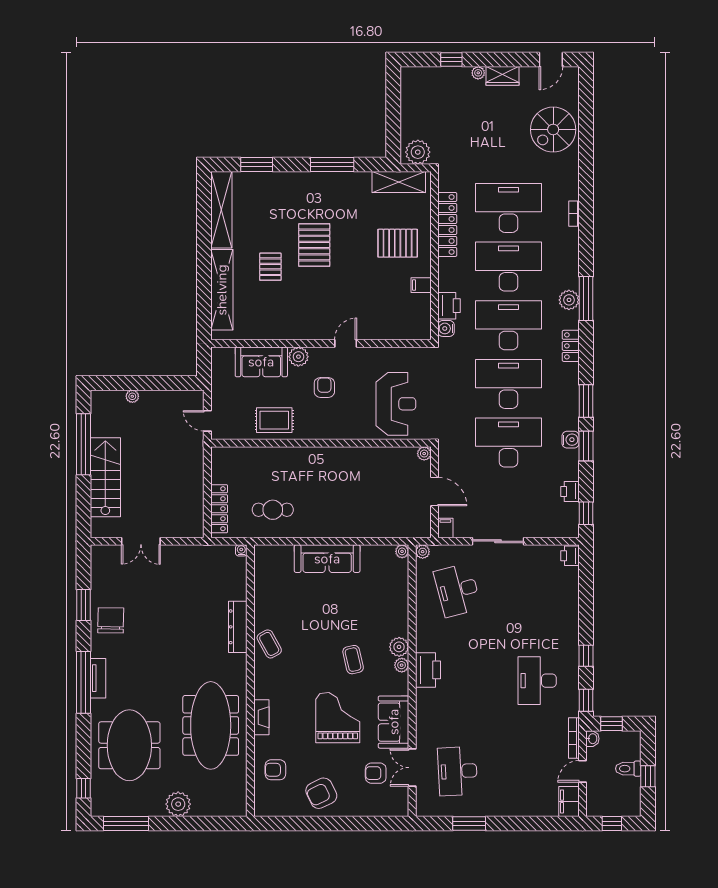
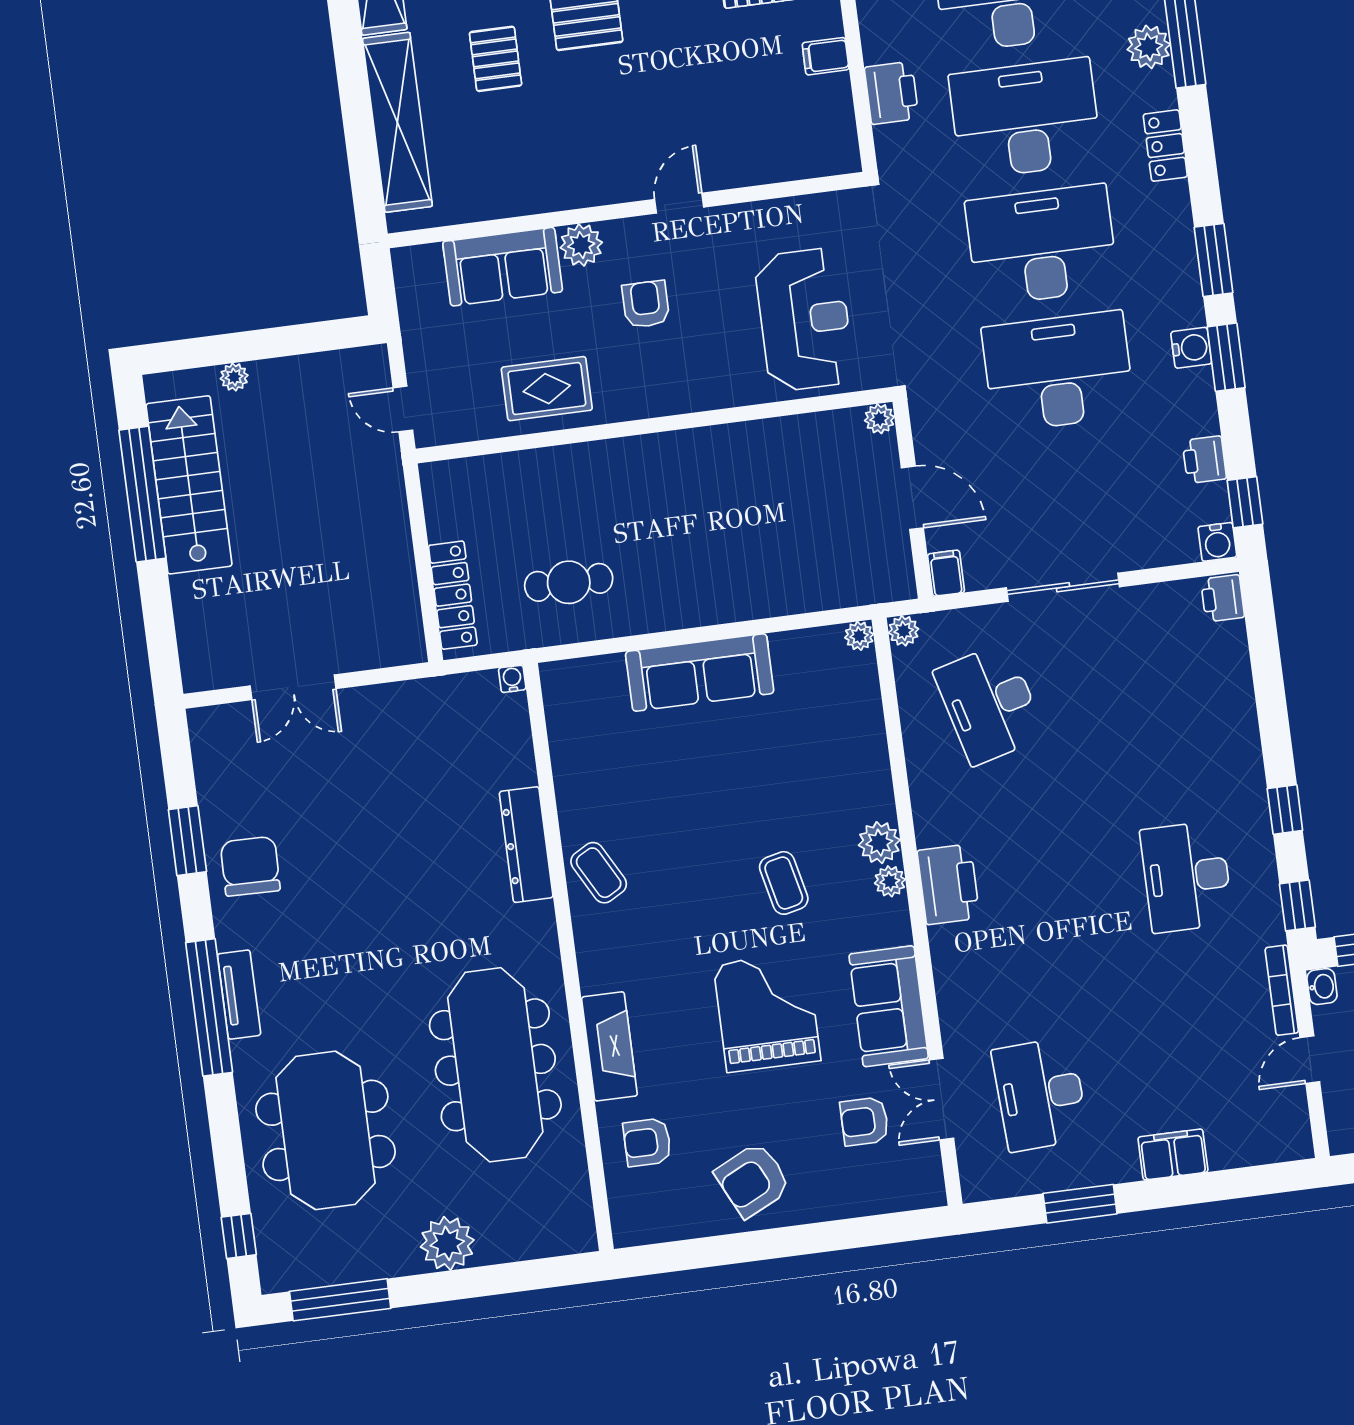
water cooler: (446, 328) -> (1217, 542), moved, turned -90
stairs: (105, 477) -> (189, 485), moved
fireplace: (261, 717) -> (609, 1046), width x1.37, depth x1.32
filing cabinet: (569, 801) -> (1173, 1154), moved, turned 90

